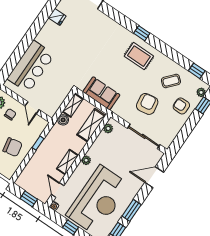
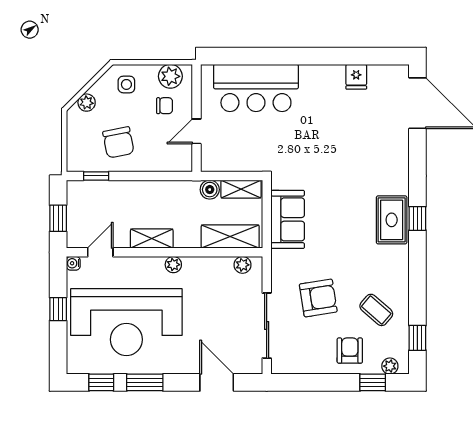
rug: (139, 56) -> (392, 220), moved
window: (38, 143) -> (96, 176), moved

